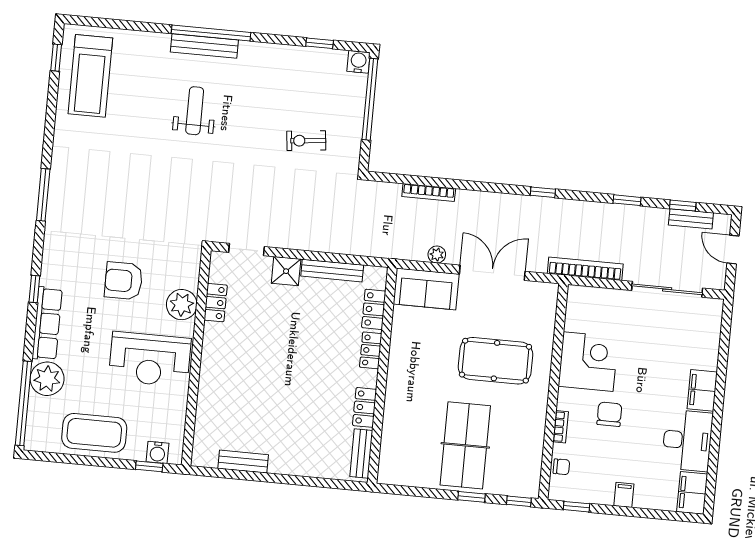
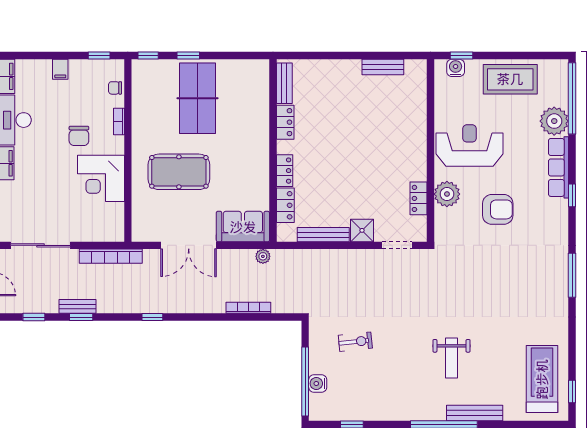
bench: (204, 46) -> (475, 413), moved
water cooler: (359, 62) -> (318, 383), moved, turned 90
bench: (691, 219) -> (78, 306), moved
plant: (437, 255) -> (263, 256), moved

